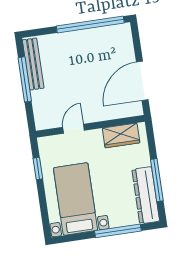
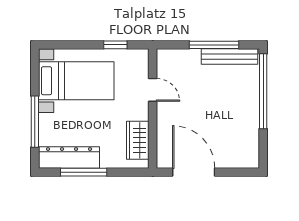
window: (90, 24) -> (263, 91), moved

